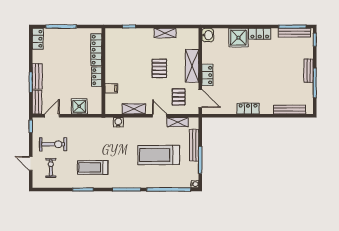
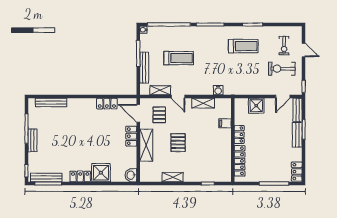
locker: (248, 108) -> (107, 104), moved
treadmill: (159, 155) -> (179, 58), width x0.73, depth x0.73

